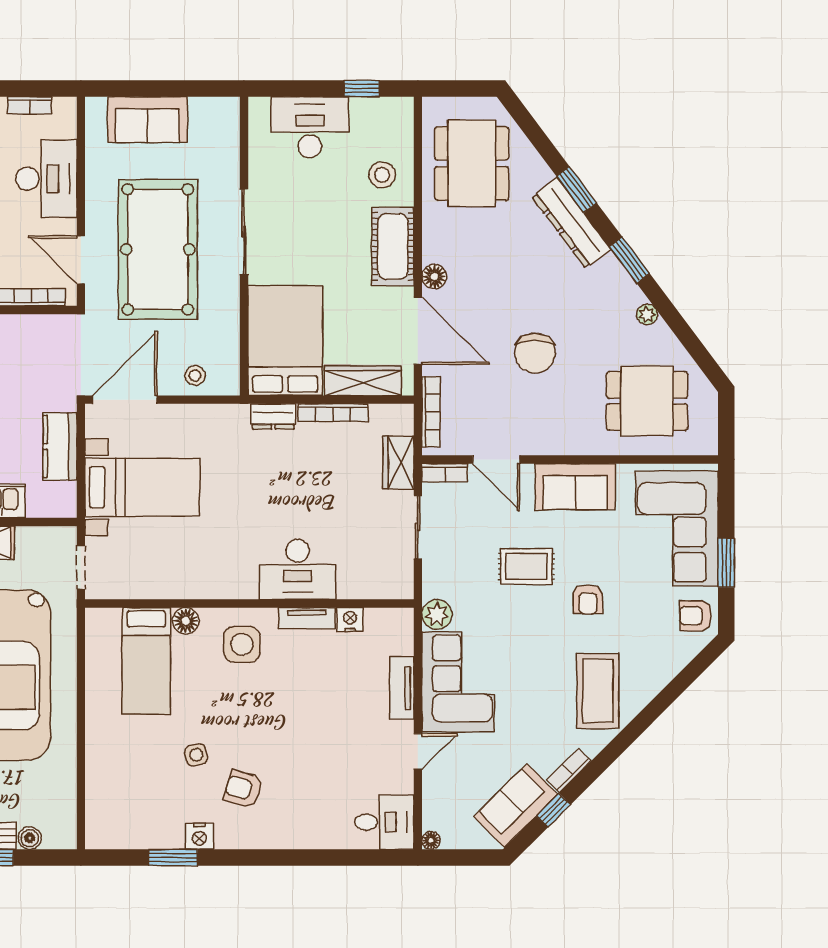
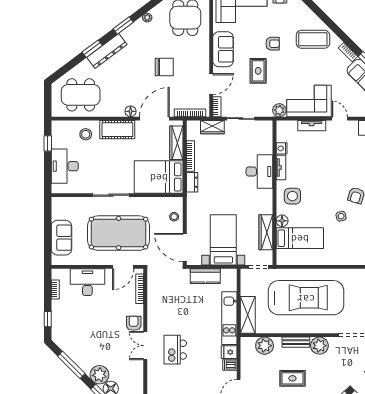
wardrobe: (160, 584) -> (266, 232), added

